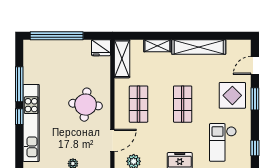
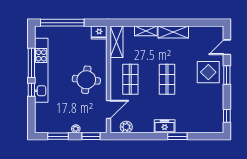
shelving: (199, 47) -> (173, 32), width x0.68
kitchen unit: (31, 123) -> (41, 70), moved
checkout: (223, 142) -> (200, 111), removed

